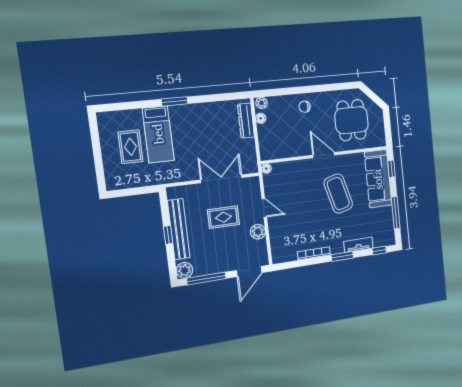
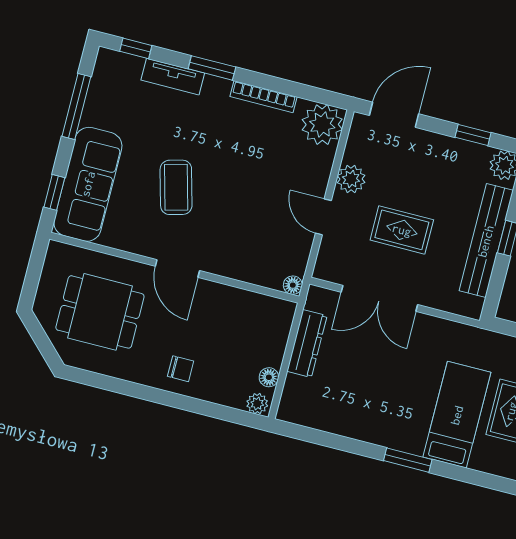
dining table: (352, 120) -> (100, 312), turned 90
dresser: (246, 121) -> (307, 343), moved
coffee table: (338, 194) -> (176, 187), width x0.73, depth x0.76
plant: (282, 252) -> (322, 125), added
window: (206, 278) -> (473, 135), width x0.46

